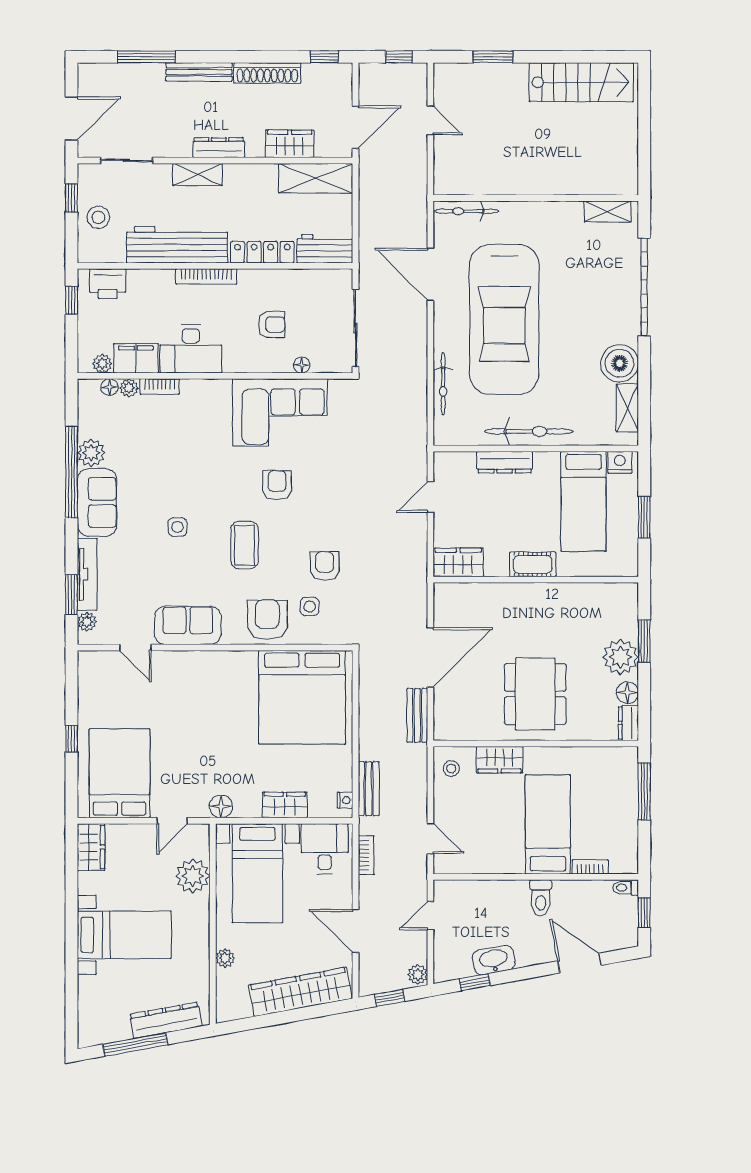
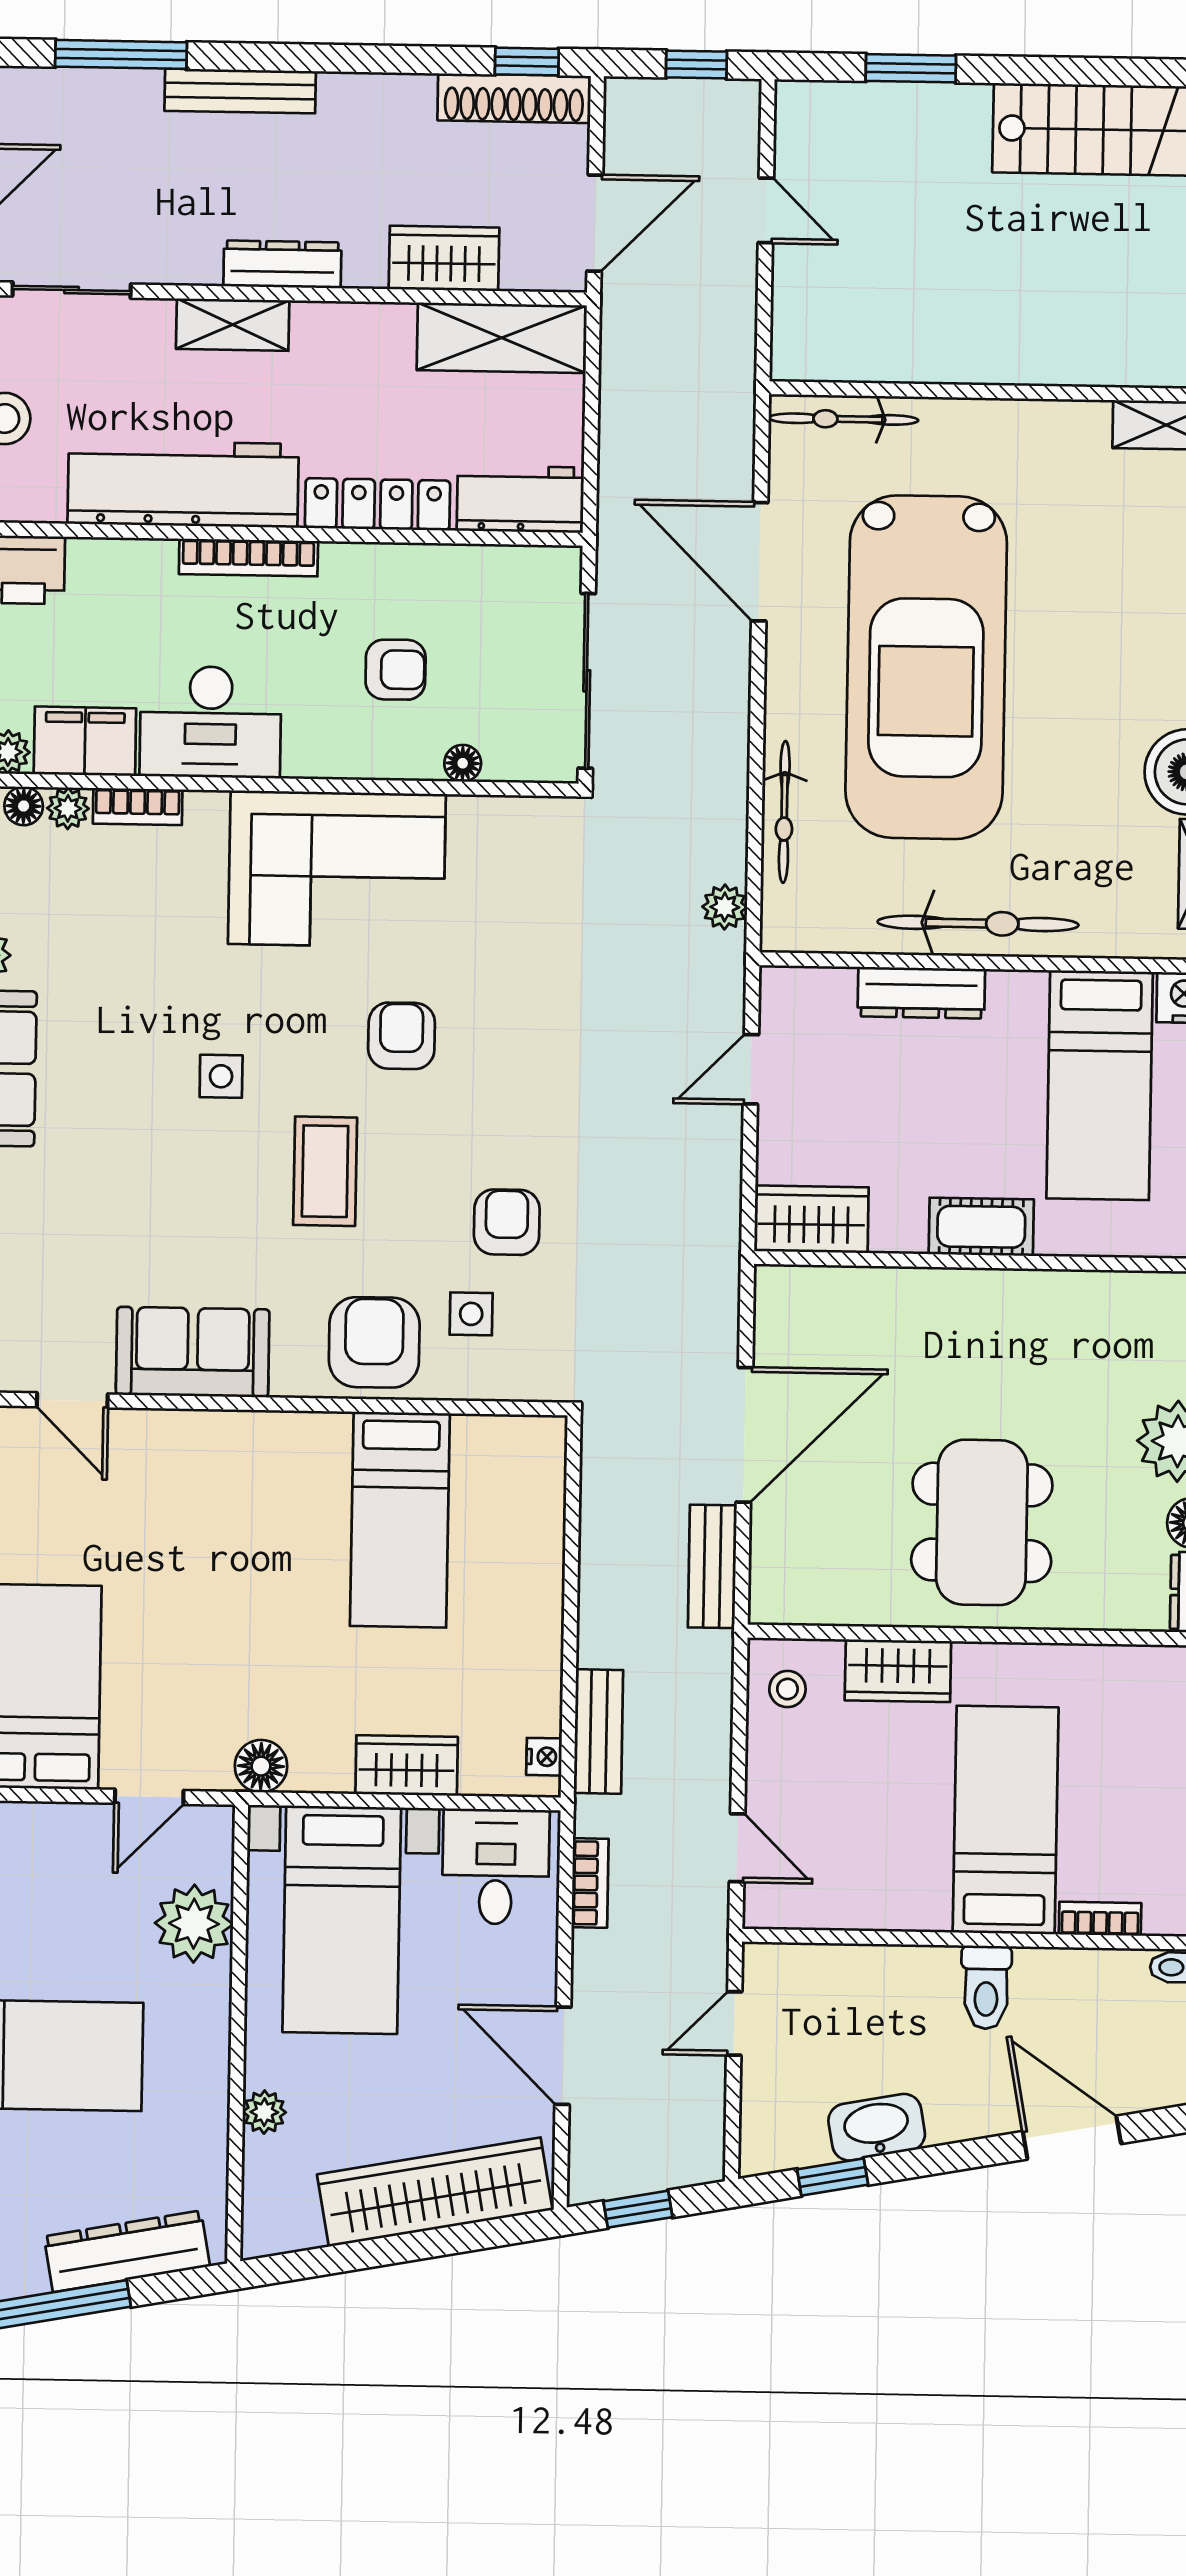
shoe rack: (267, 73) -> (514, 98), moved
corner sofa: (280, 412) -> (337, 869), moved
side table: (177, 527) -> (221, 1076), moved
bed: (302, 697) -> (400, 1520), width x0.49
plant: (418, 975) -> (725, 907), moved

